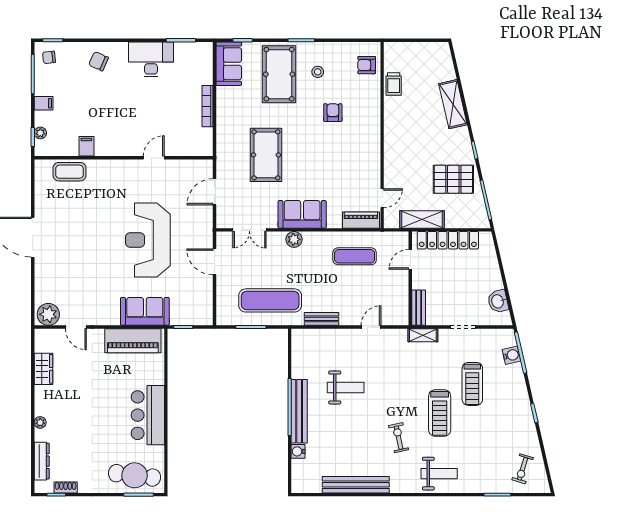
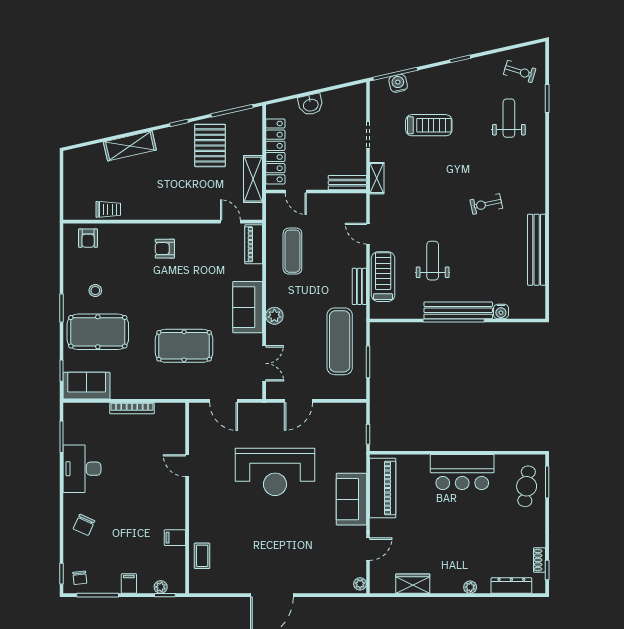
armchair: (333, 113) -> (165, 249), moved
coffee table: (70, 172) -> (202, 556), width x0.73, depth x0.77
washbasin: (498, 301) -> (311, 105), moved
sofa: (145, 311) -> (351, 499), moved
plant: (48, 314) -> (360, 584), width x0.53, depth x0.53
treadmill: (440, 413) -> (383, 277), moved, turned -90
weight bench: (439, 474) -> (509, 118), moved
cafe table: (135, 475) -> (527, 486), width x0.73, depth x0.74

